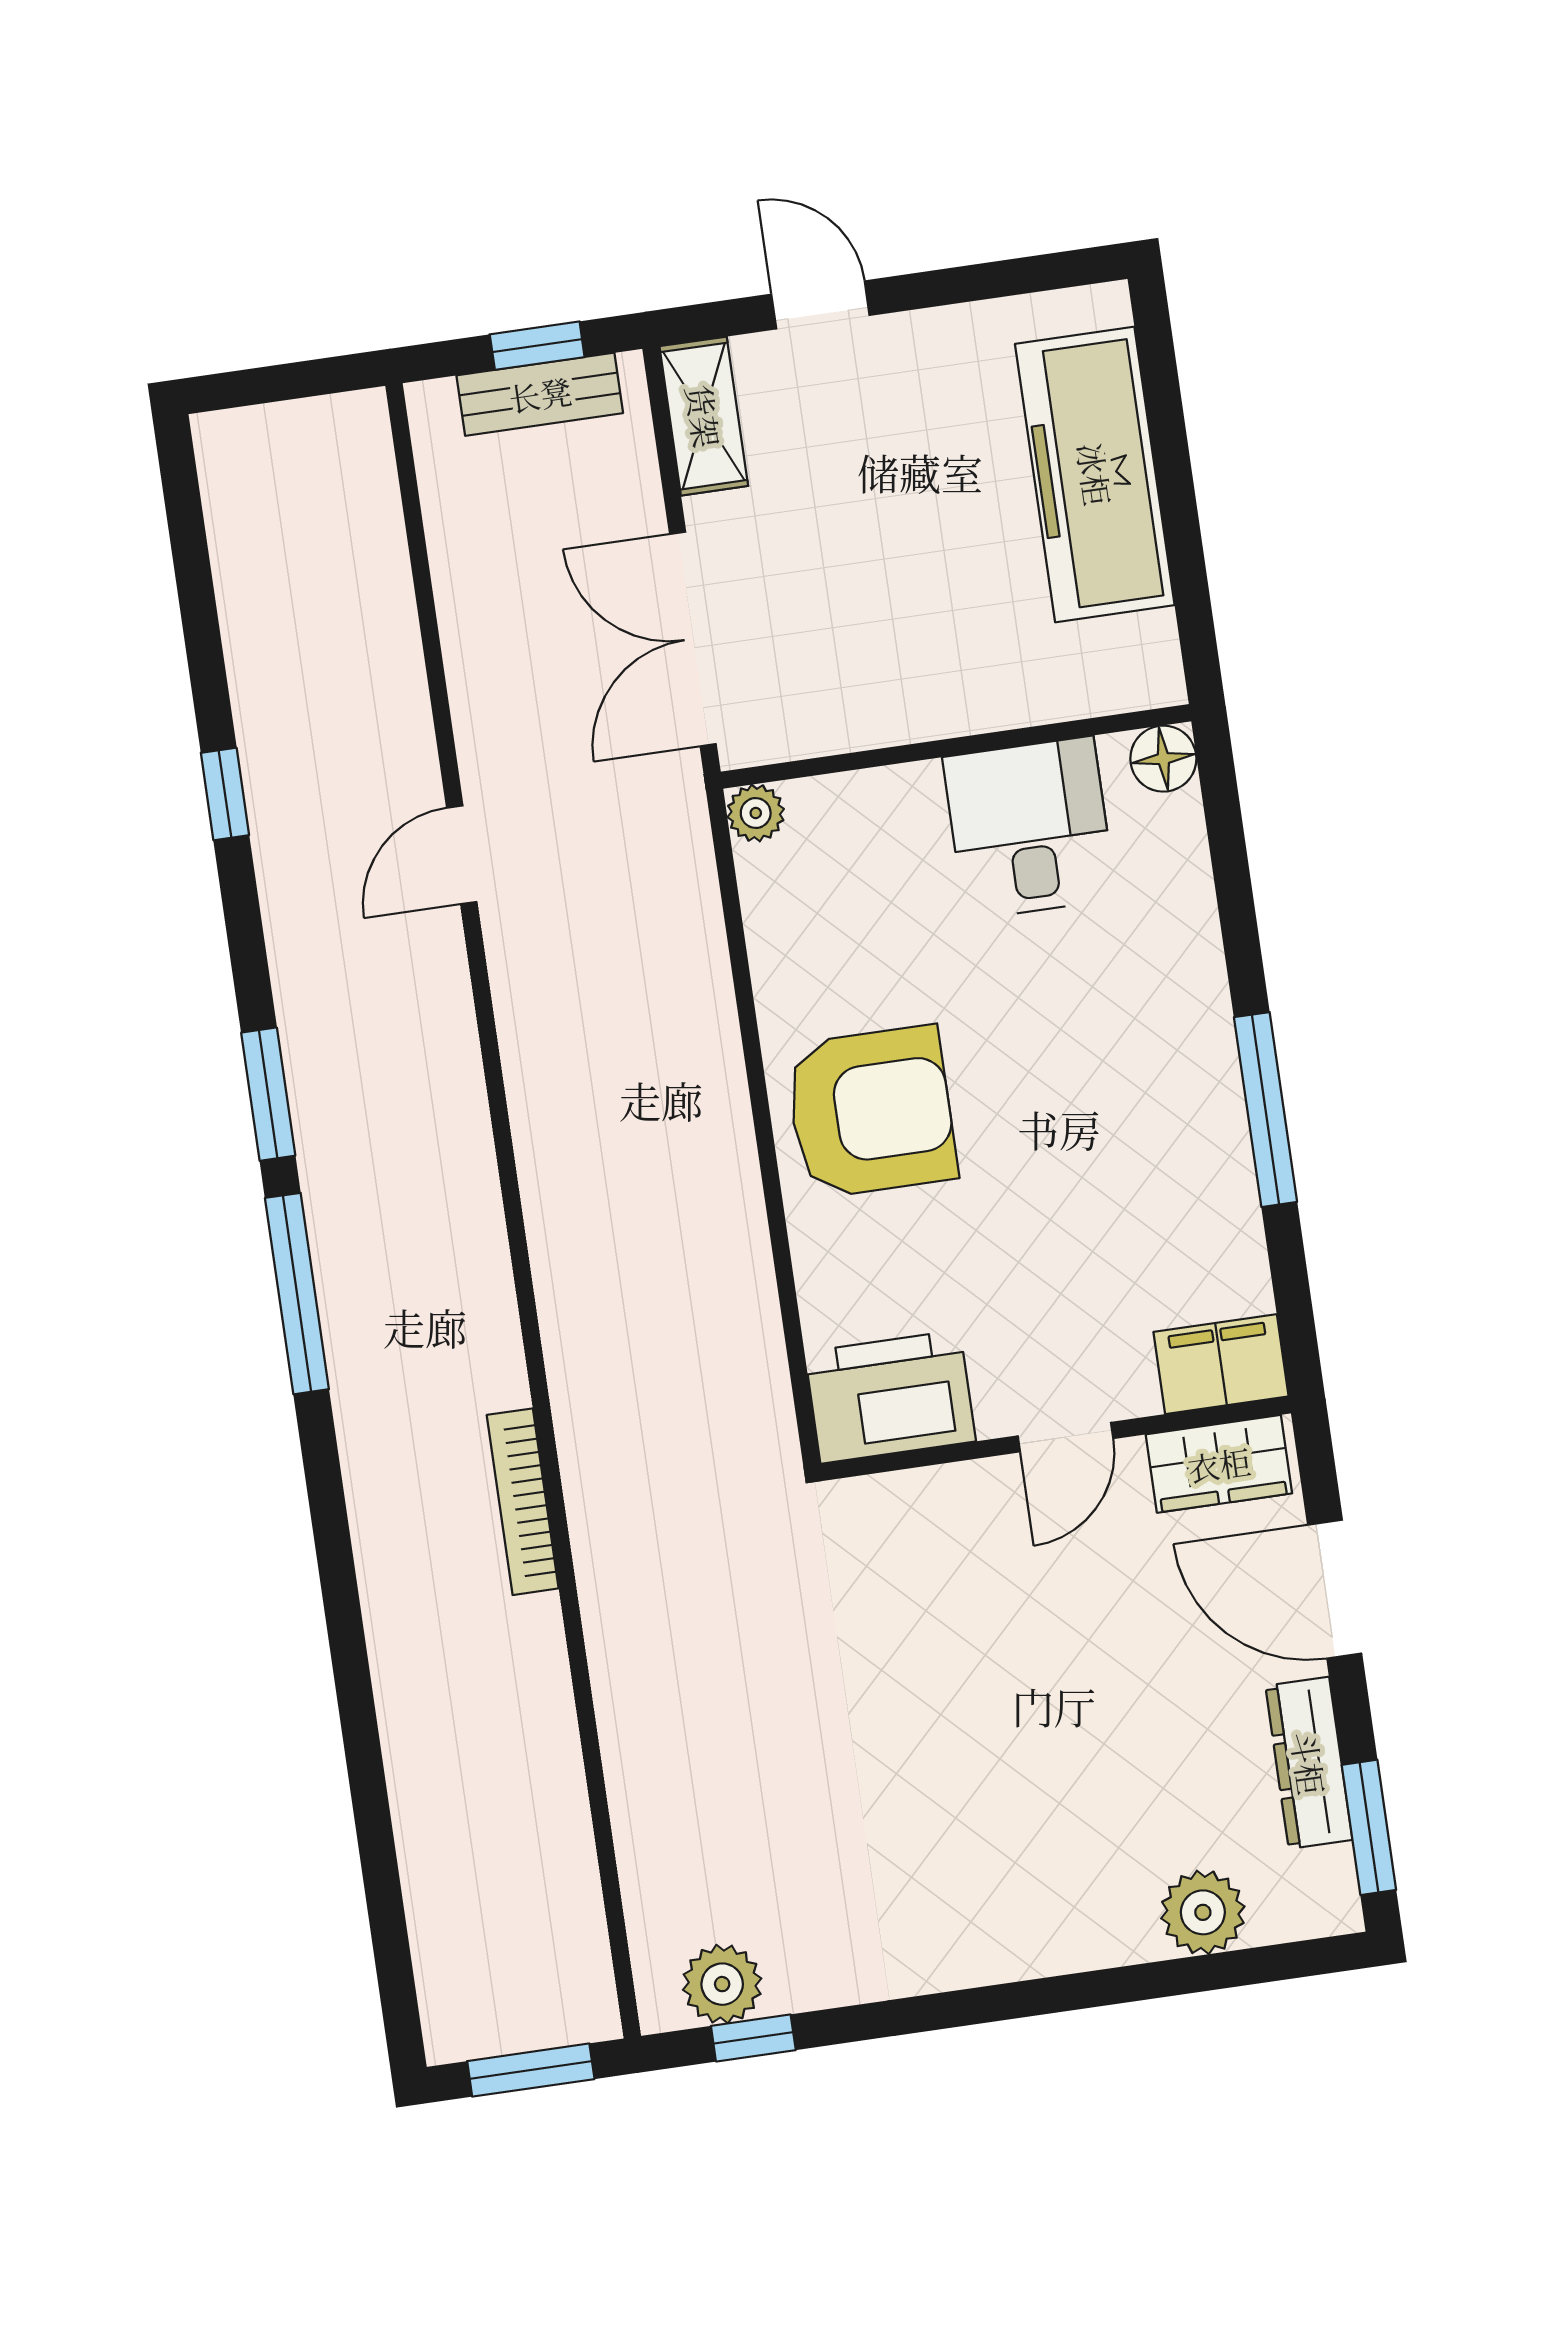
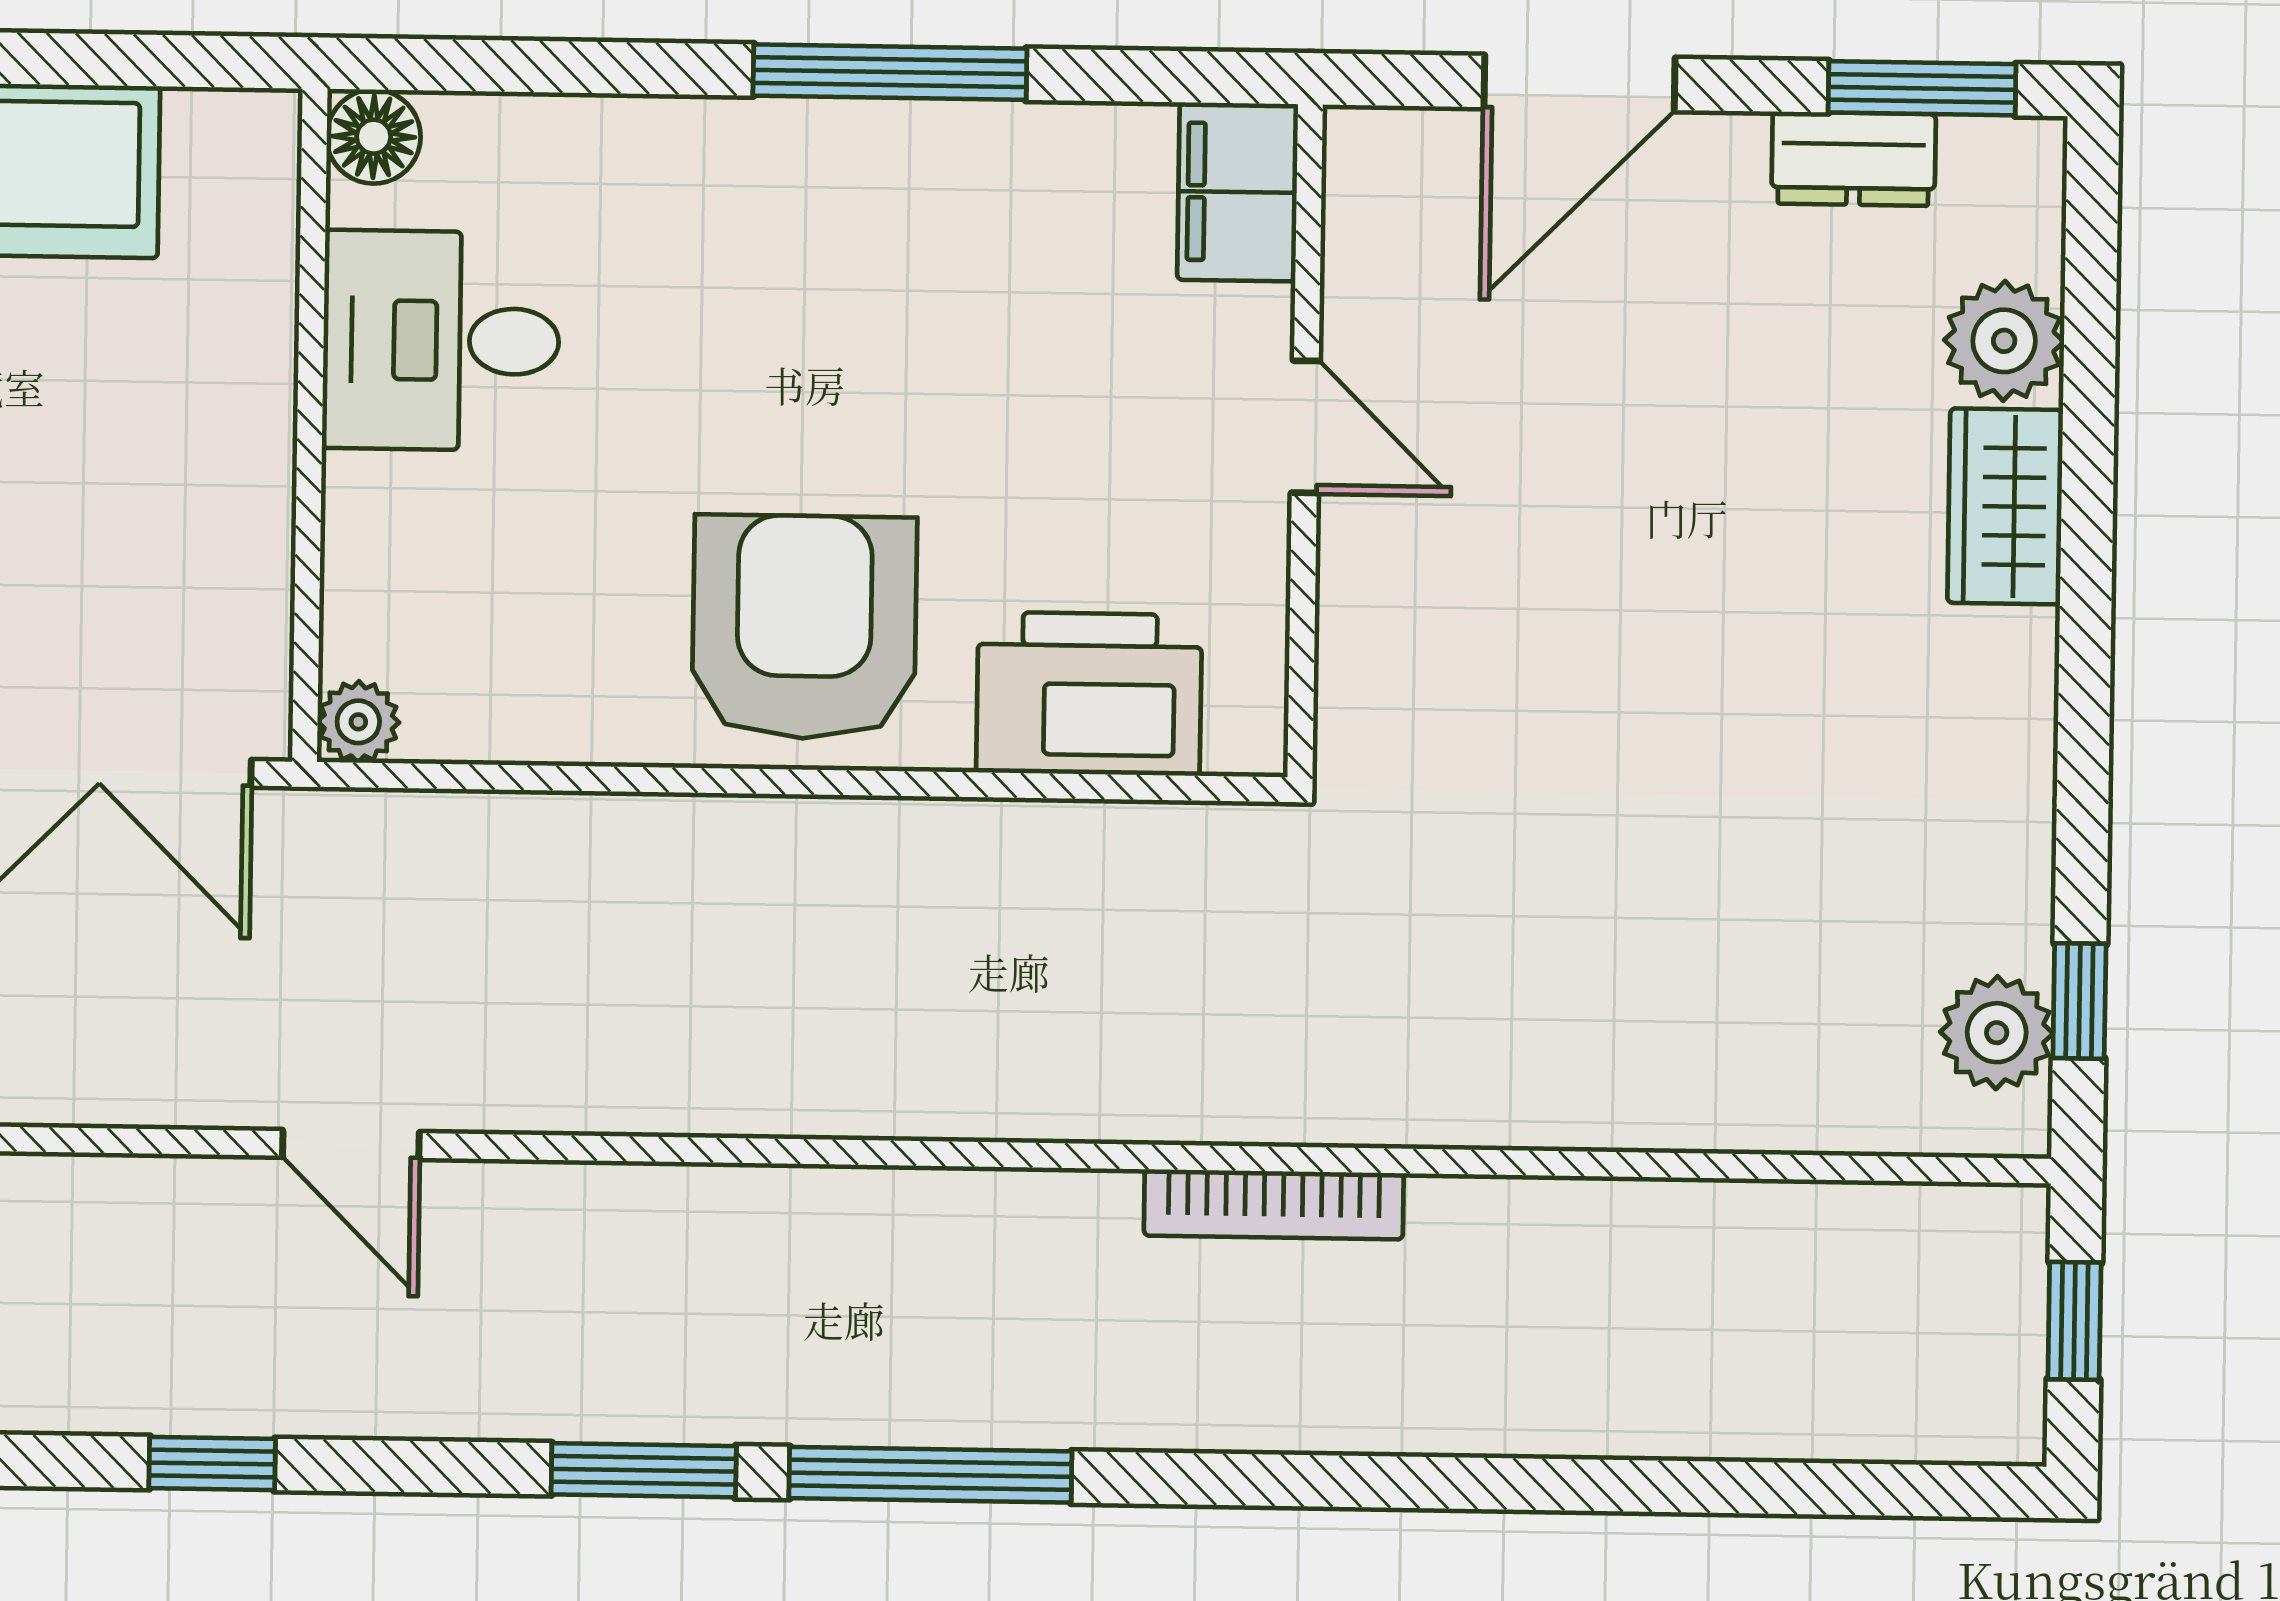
printer: (890, 1397) -> (1089, 694), moved, turned 90
wardrobe: (1219, 1464) -> (2005, 506), moved, turned 180
dresser: (1309, 1763) -> (1854, 159), width x0.70
window: (531, 2070) -> (2074, 1321), width x0.67

